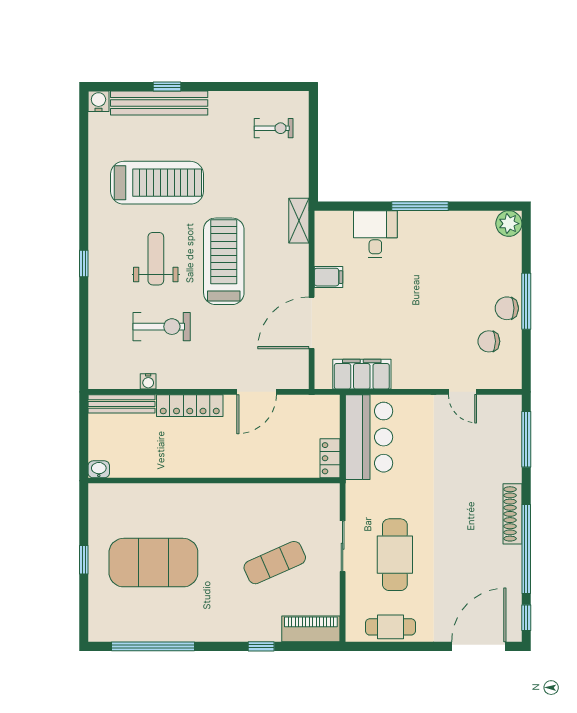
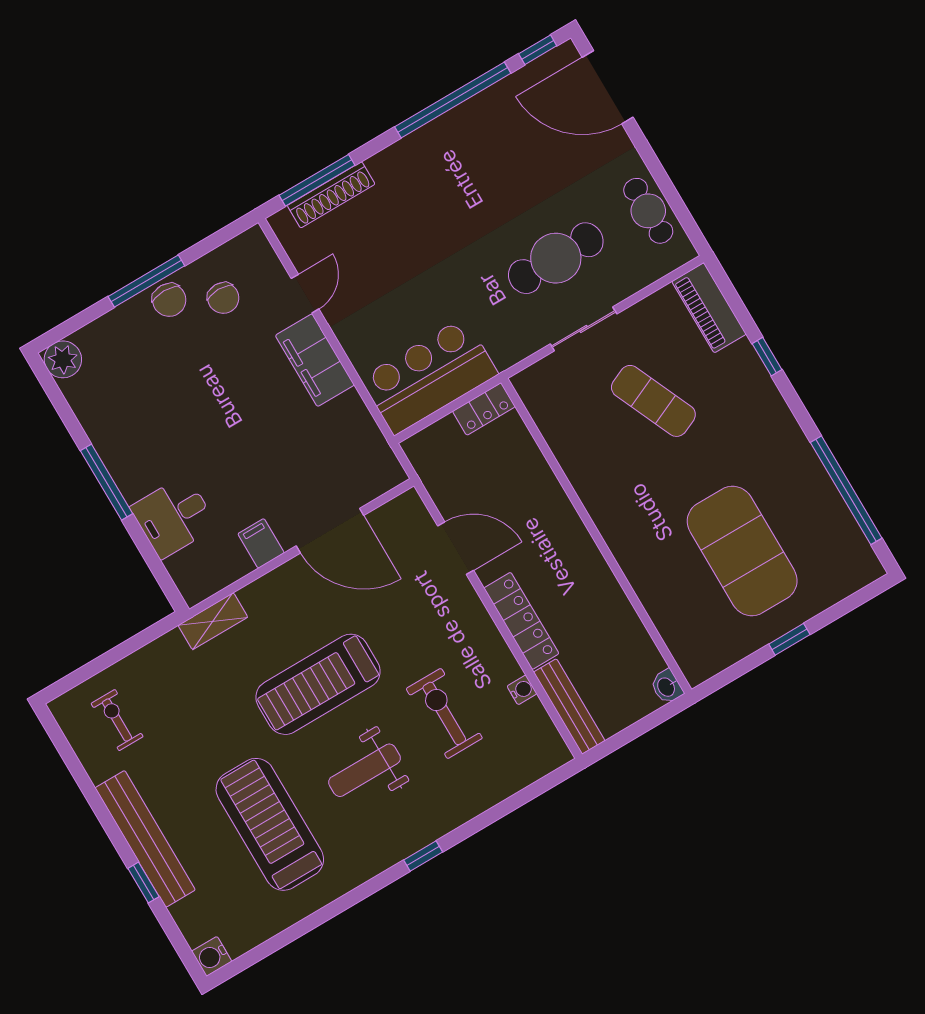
bench: (159, 103) -> (145, 839), moved
filing cabinet: (362, 374) -> (315, 360), moved
shoe rack: (512, 514) -> (331, 195), moved

